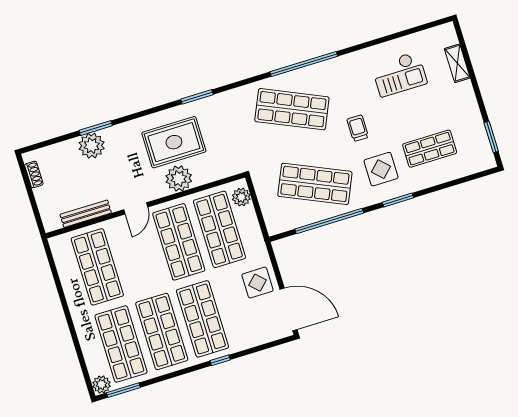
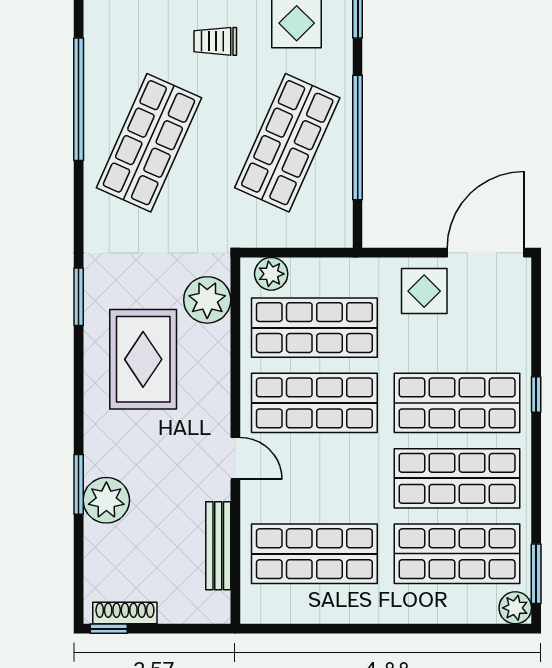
window: (23, 168) -> (109, 629), added
shoe rack: (34, 174) -> (125, 613), width x1.43
plant: (179, 179) -> (207, 300), moved

